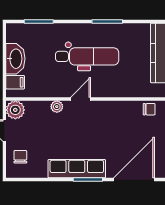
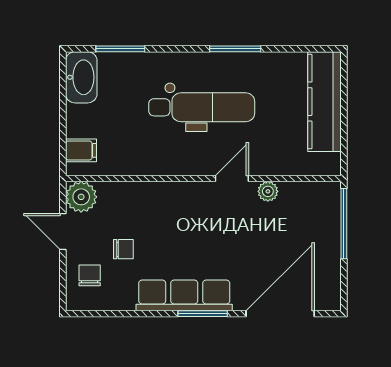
washbasin: (15, 59) -> (81, 77), moved
door: (81, 99) -> (232, 179), moved
plant: (57, 107) -> (268, 191), moved
chair: (149, 109) -> (123, 249), moved

